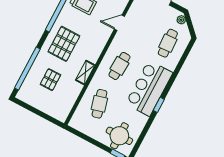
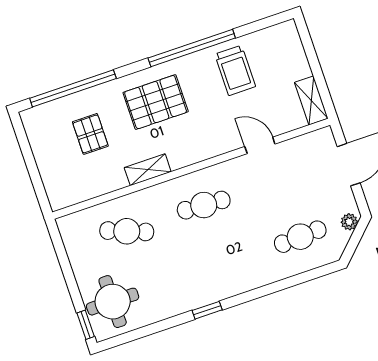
pallet: (50, 80) -> (90, 134), turned 90
bar counter: (149, 88) -> (216, 275), removed
cafe table: (99, 104) -> (127, 231), turned 36

